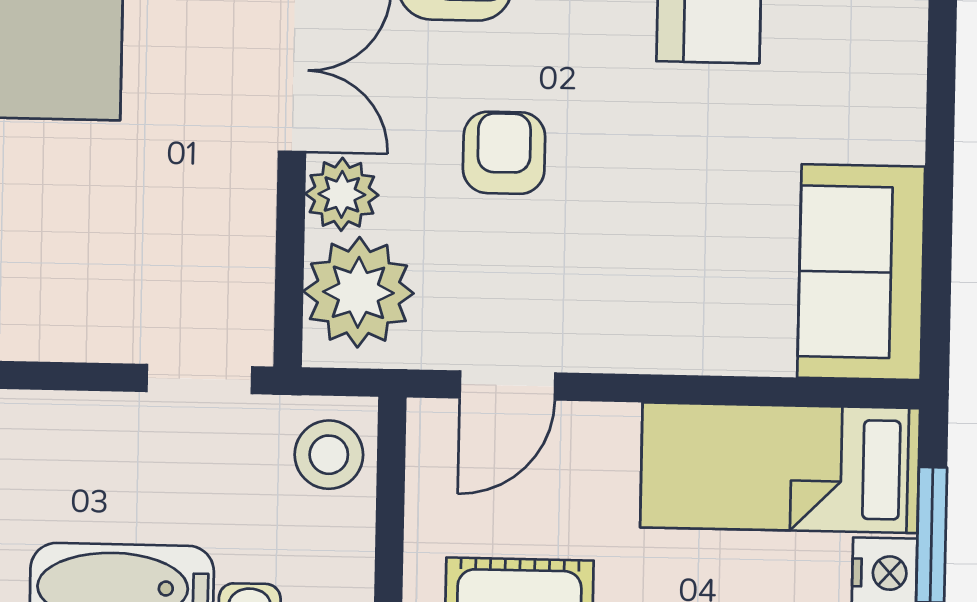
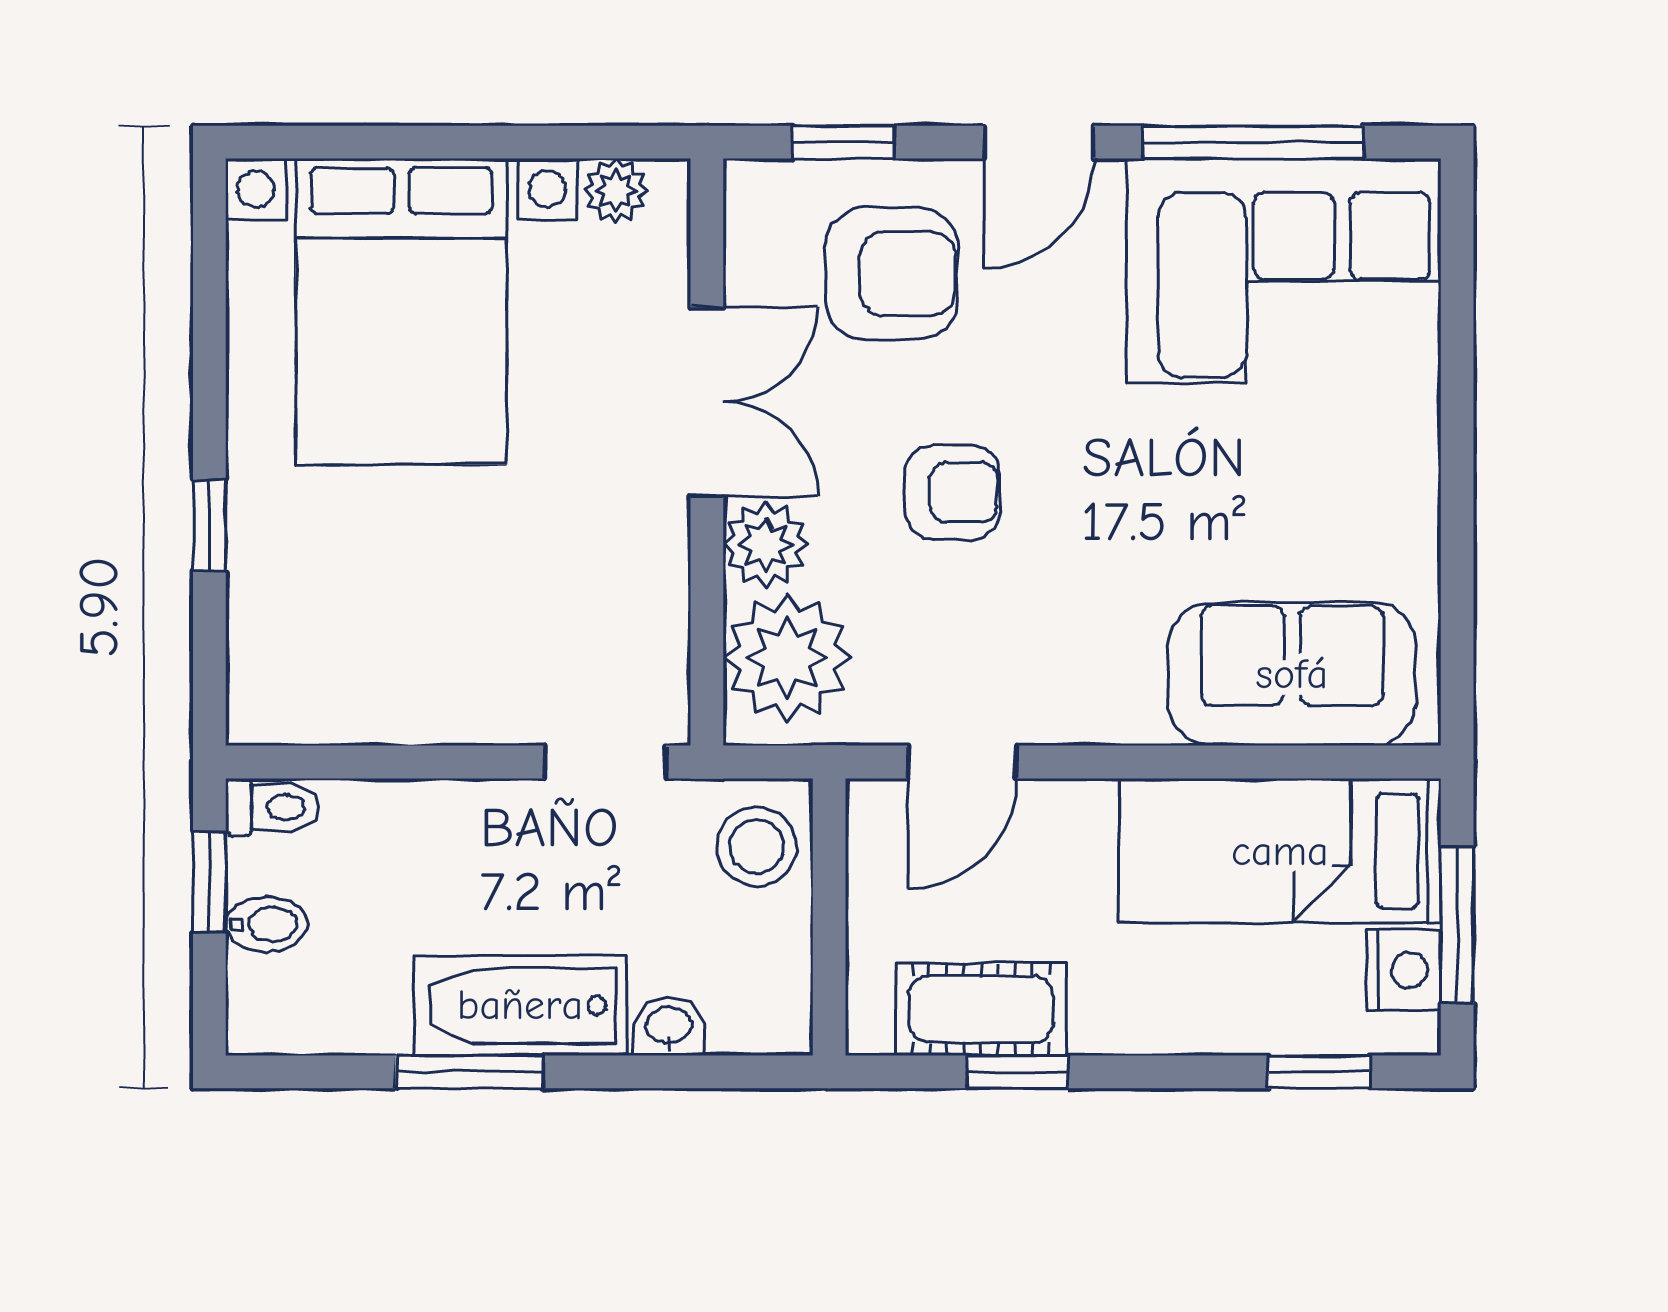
armchair: (504, 153) -> (953, 492), turned 90
sofa: (861, 272) -> (1292, 674), moved, turned 90

